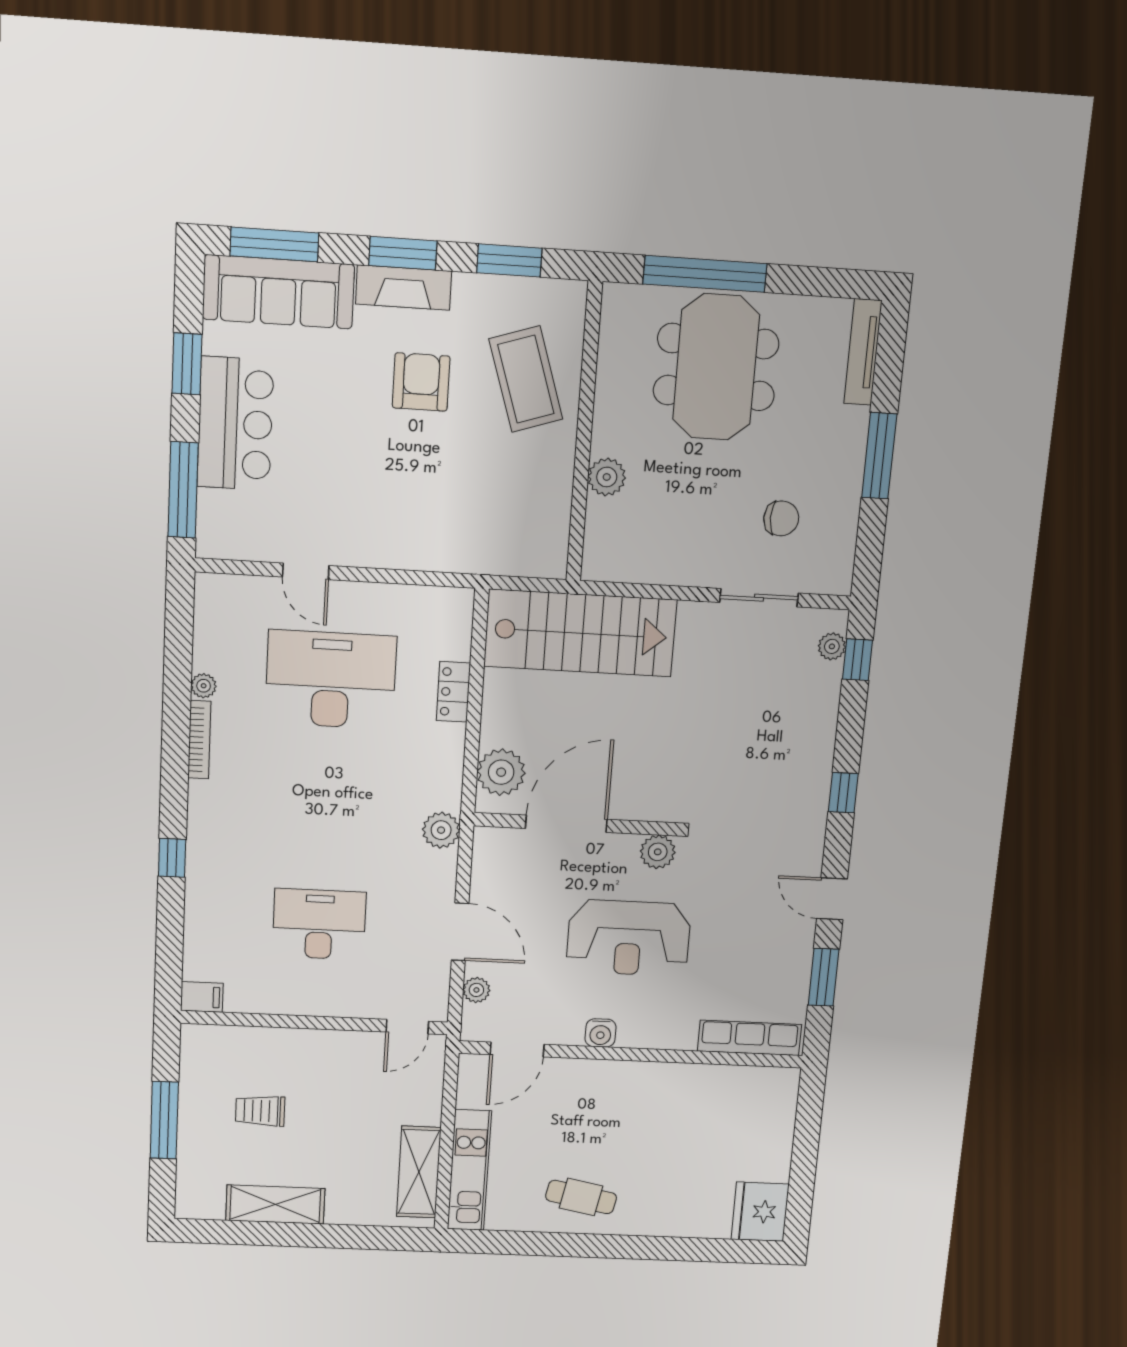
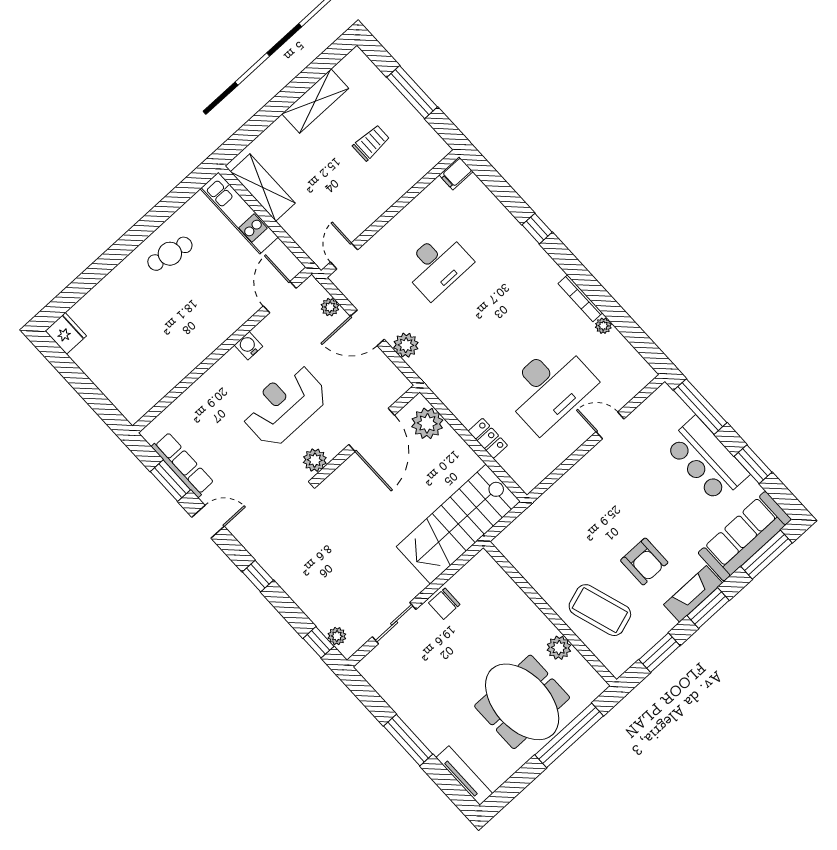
plant: (607, 477) -> (559, 648), moved
chair: (781, 518) -> (444, 604), moved
plant: (441, 830) -> (406, 345), moved
row of seats: (750, 1038) -> (183, 465), moved, turned -90
fridge: (760, 1212) -> (66, 333), width x0.73, depth x0.75

